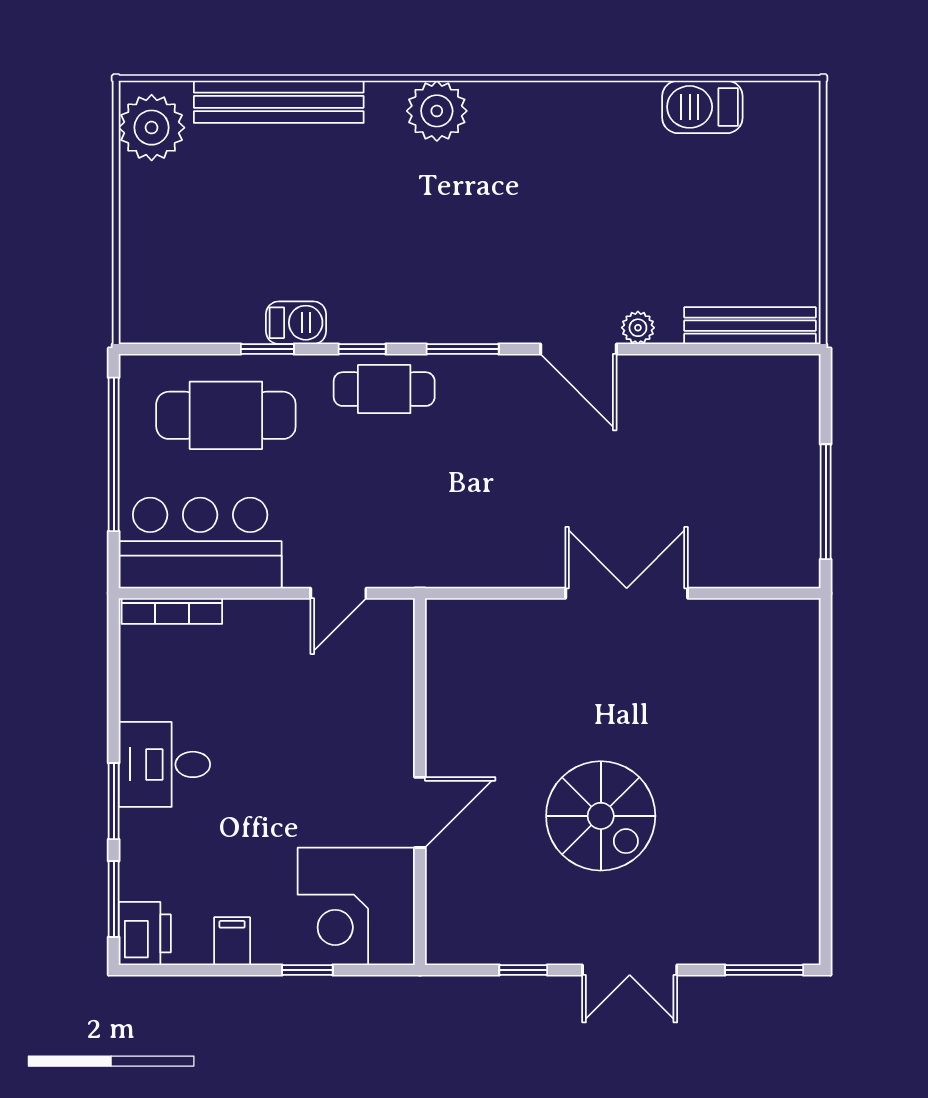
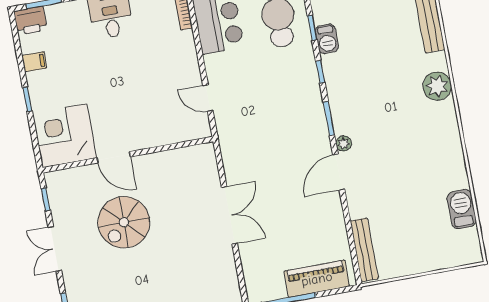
plant: (638, 328) -> (344, 143), moved
cafe table: (384, 389) -> (304, 85), removed
piano: (792, 435) -> (317, 279), added
door: (338, 593) -> (208, 98), moved
wall: (420, 782) -> (128, 155), moved
door: (420, 812) -> (114, 157), moved
corner desk: (356, 906) -> (65, 136), moved

